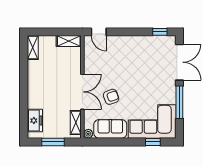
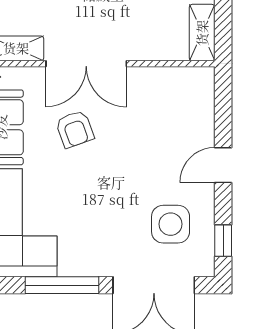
door: (99, 32) -> (223, 165), moved
side table: (153, 55) -> (171, 224), added

